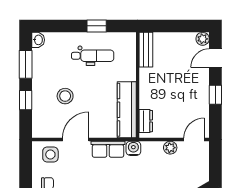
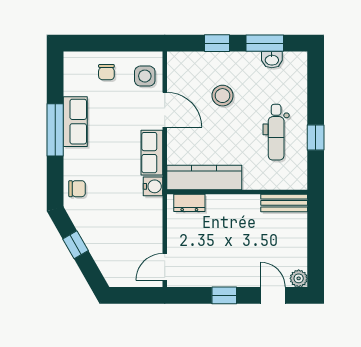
washbasin: (38, 40) -> (272, 60), moved
door: (194, 140) -> (165, 267), swing flipped
plant: (170, 148) -> (154, 235), removed

